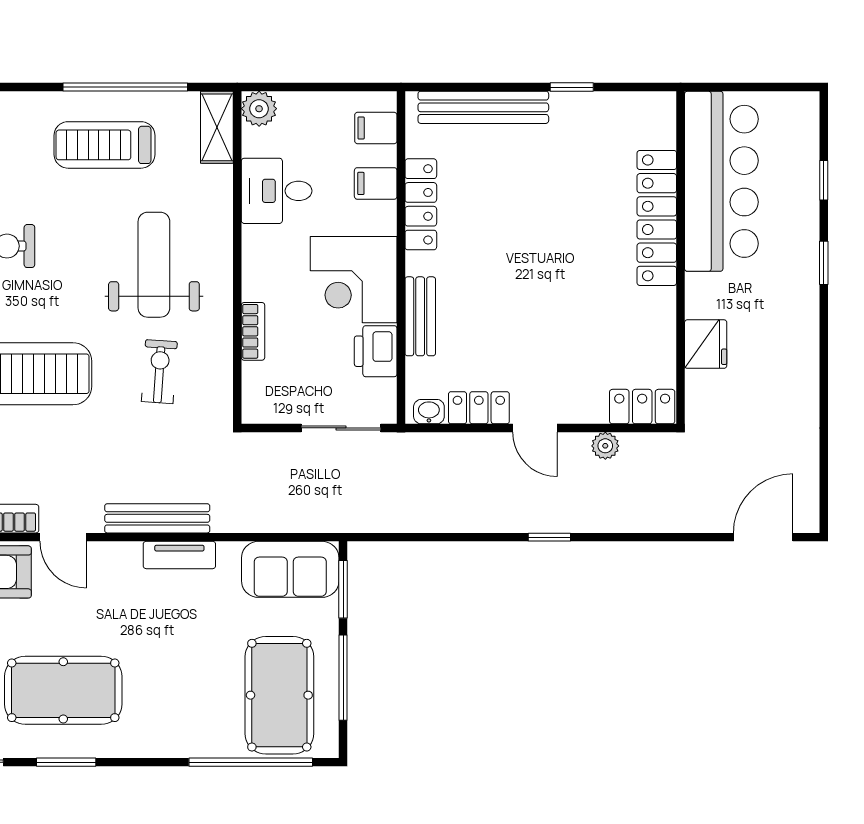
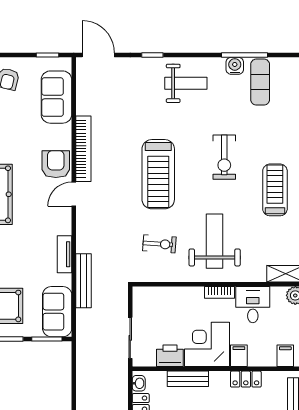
treadmill: (104, 145) -> (275, 190), moved
filing cabinet: (376, 183) -> (239, 356), moved
locker: (421, 204) -> (246, 379), width x0.66
weight bench: (154, 265) -> (215, 241), turned -90
bookcase: (253, 331) -> (220, 292), moved
bench: (157, 518) -> (84, 281), moved

